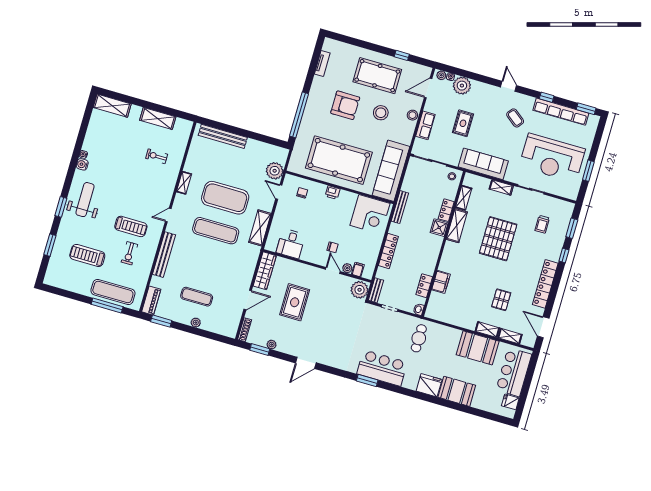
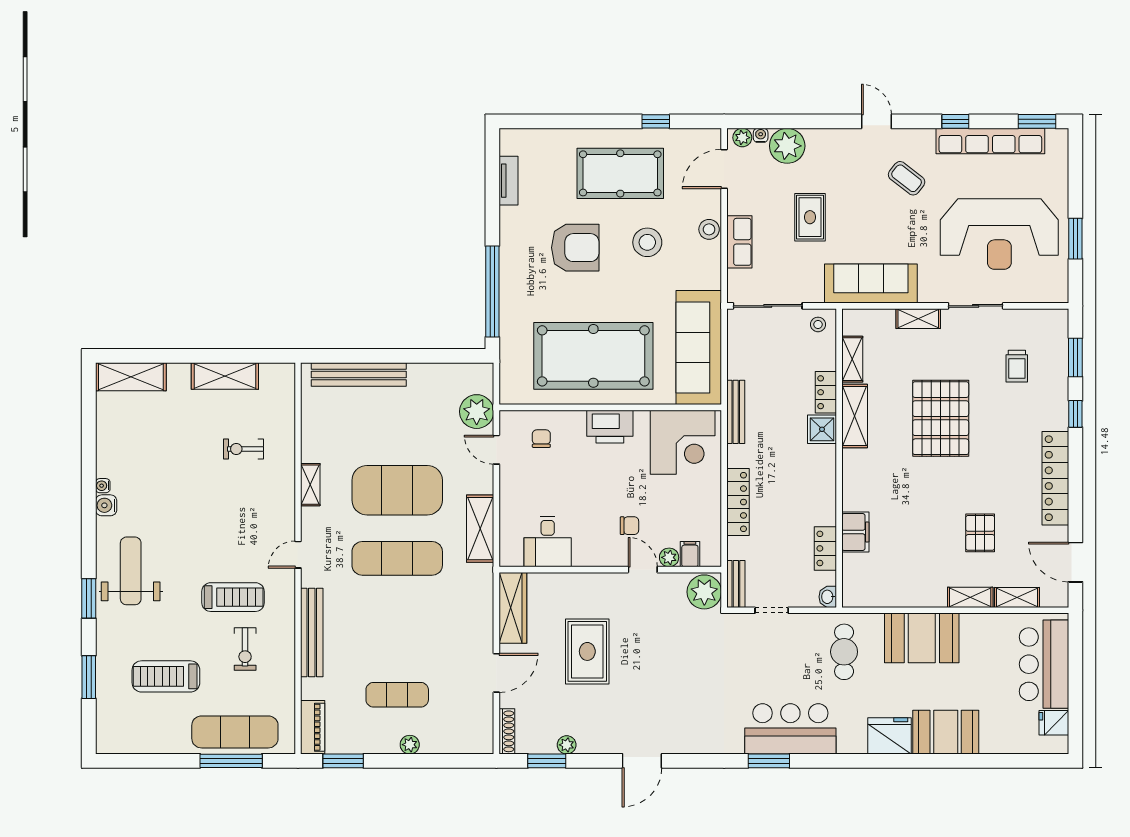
printer: (333, 193) -> (610, 427), width x1.87, depth x1.48
booth: (478, 348) -> (922, 638), moved

